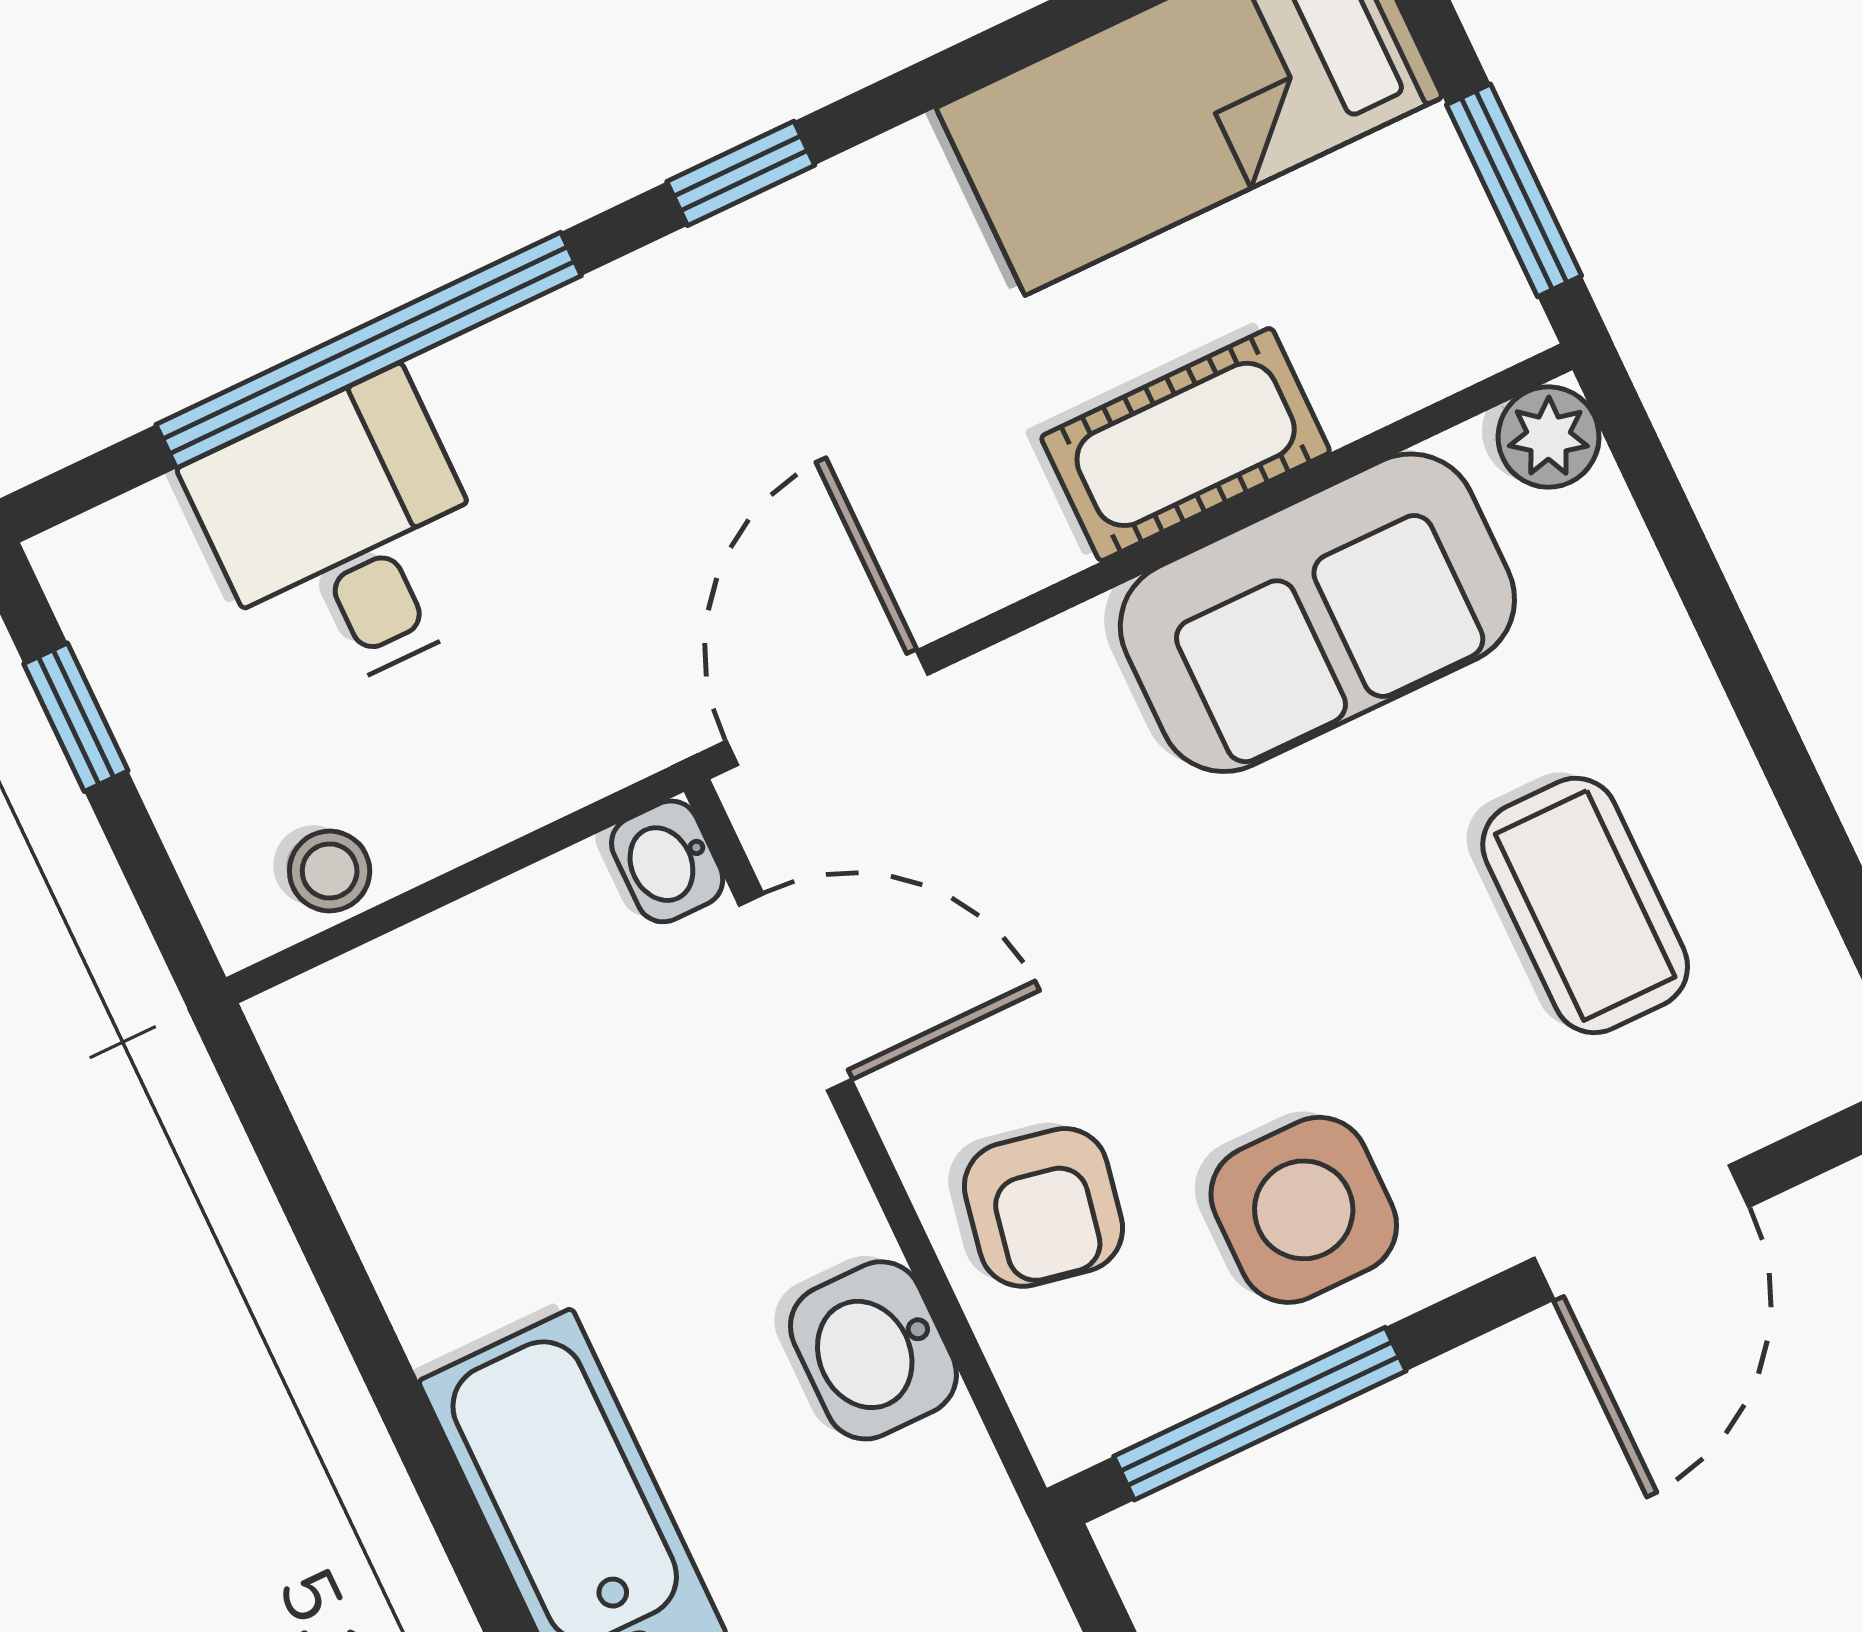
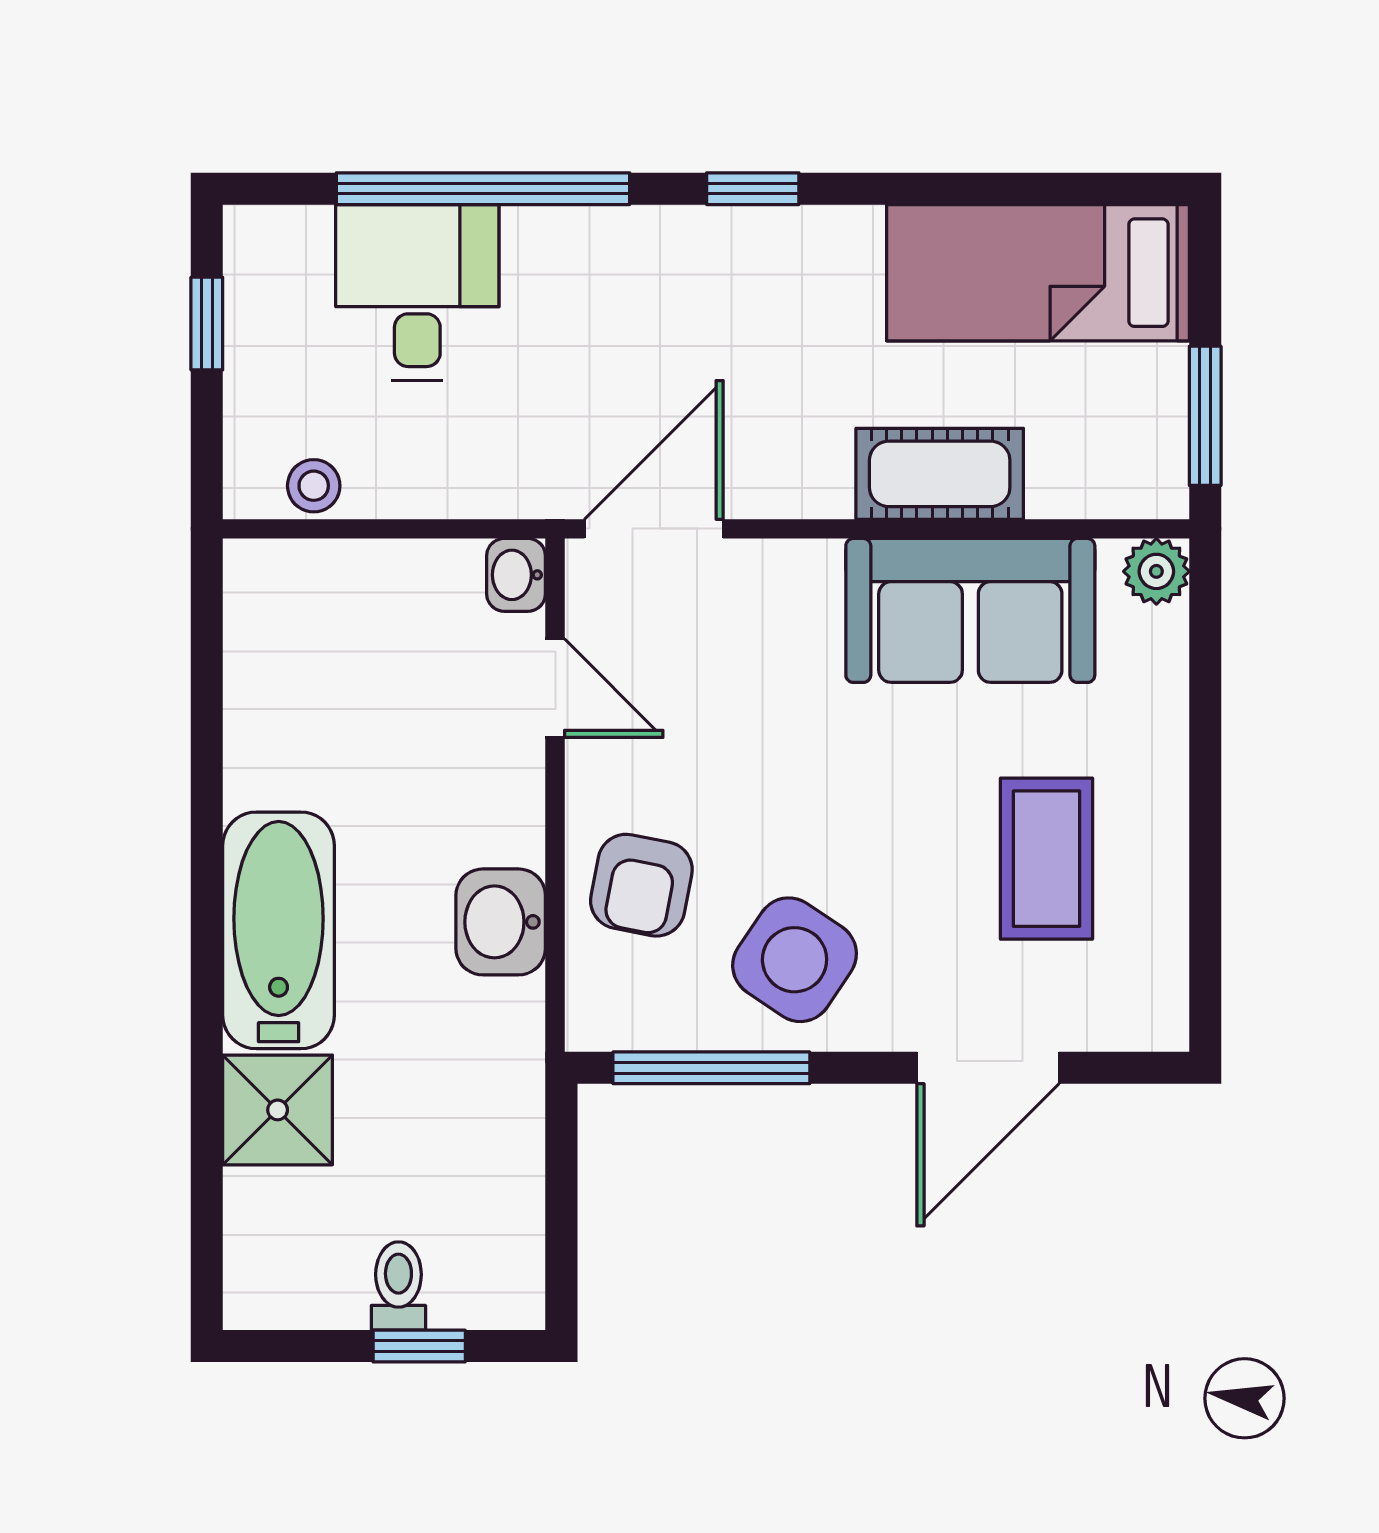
door: (795, 992) -> (555, 688), width x0.73
side table: (1304, 1210) -> (795, 960), turned 34

